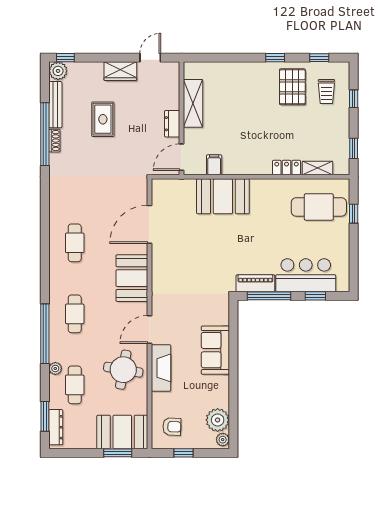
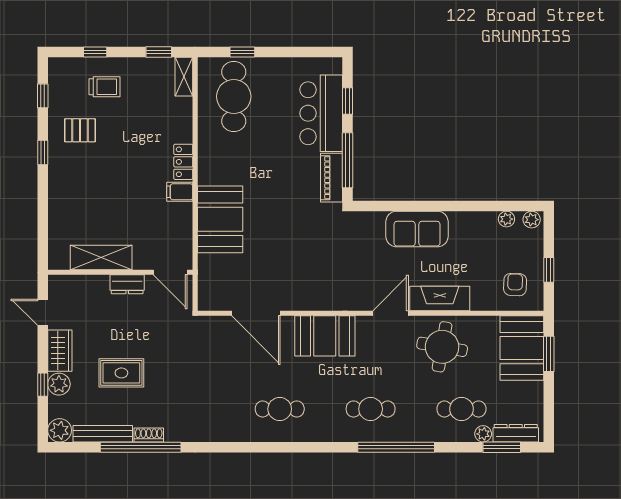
window: (65, 58) -> (43, 385), moved
plant: (94, 70) -> (59, 384), added
pallet: (292, 87) -> (80, 130), width x0.67, depth x0.71
trolley: (326, 92) -> (105, 87), moved
filing cabinet: (214, 165) -> (180, 192), moved
locker: (286, 167) -> (183, 162), moved
shelving: (318, 168) -> (184, 77), moved
door: (149, 329) -> (391, 313), swing flipped
plant: (55, 368) -> (483, 434), moved
plant: (218, 420) -> (506, 219), width x0.53, depth x0.53

